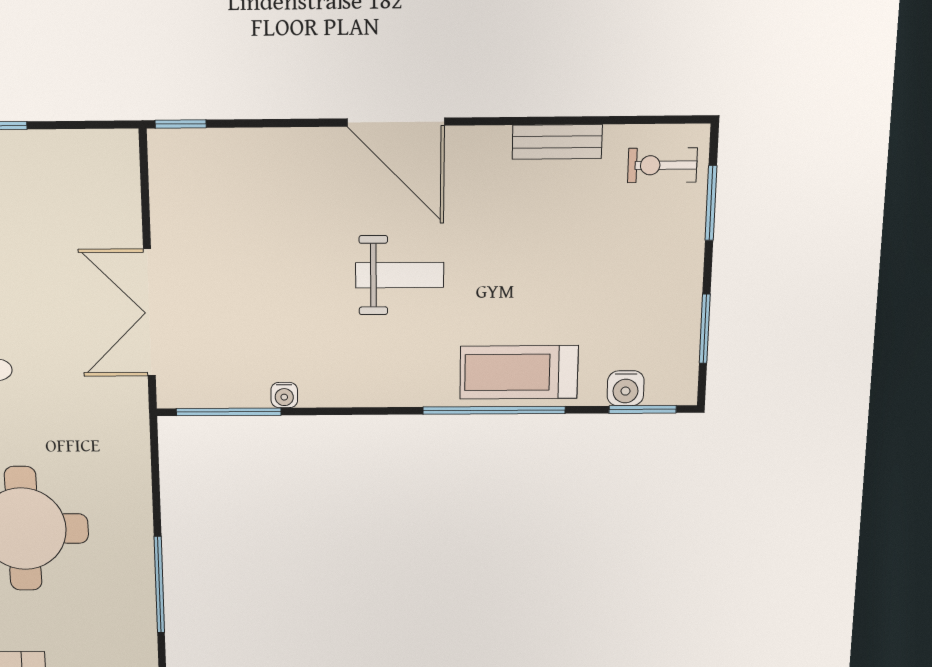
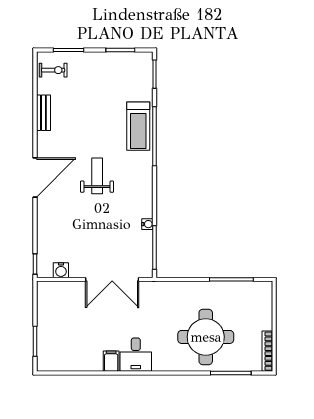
exercise bike: (663, 165) -> (53, 70), turned -90
water cooler: (626, 388) -> (61, 270), moved, turned 90

